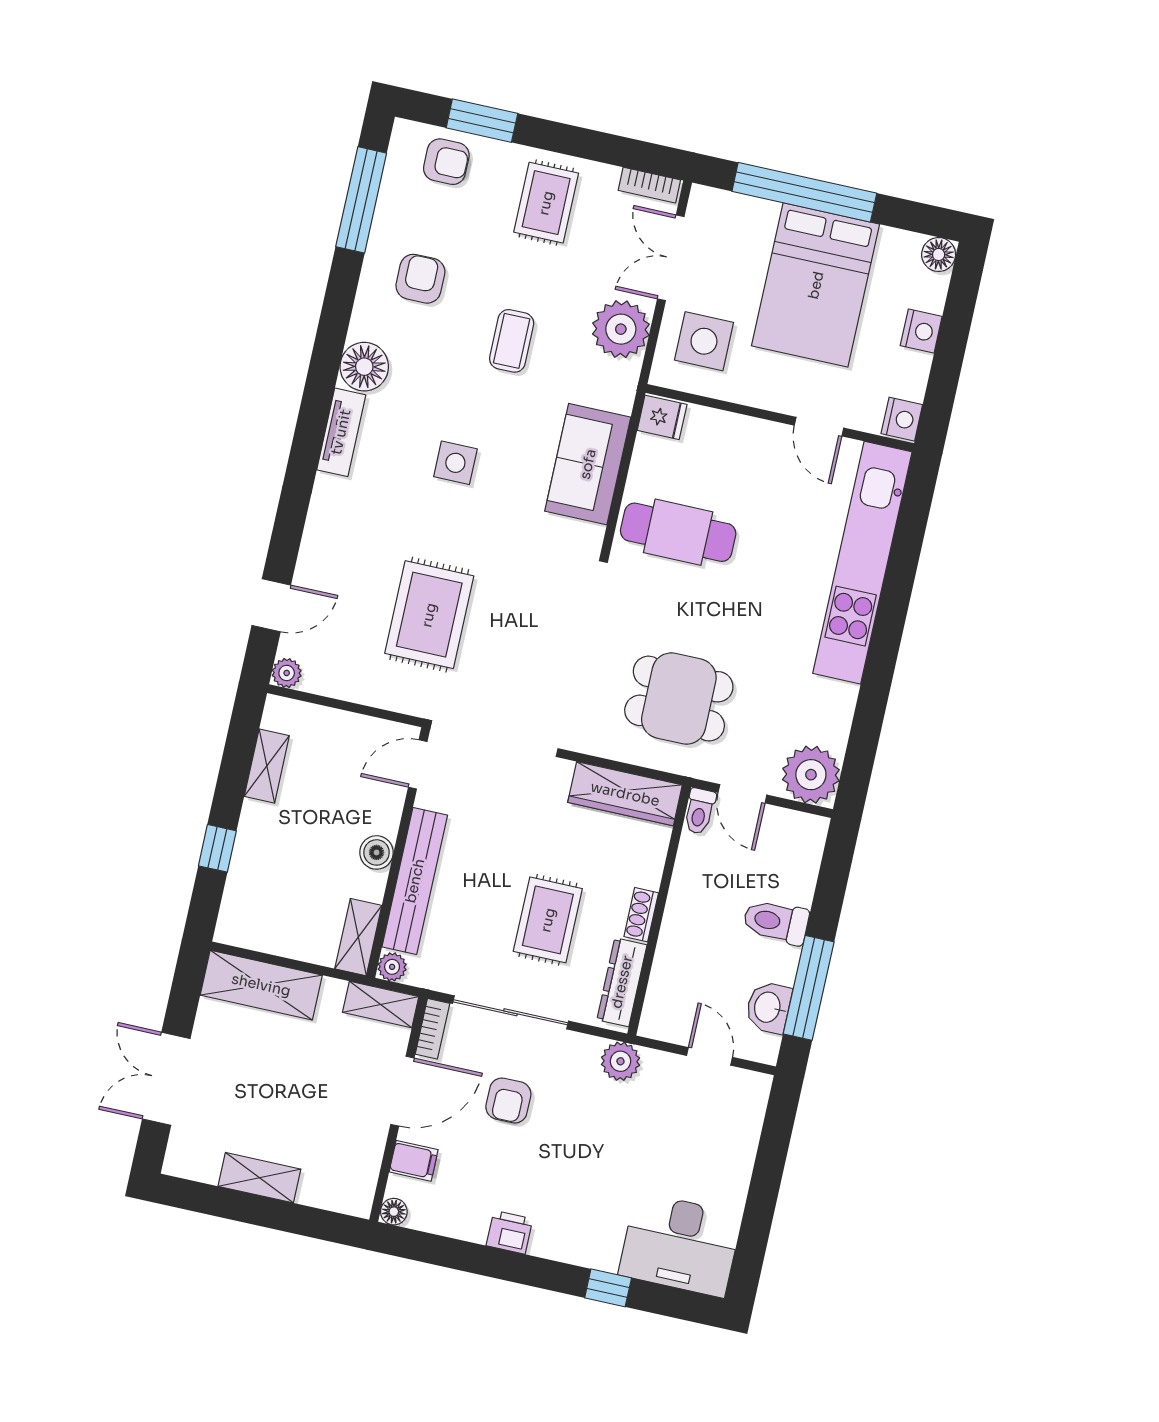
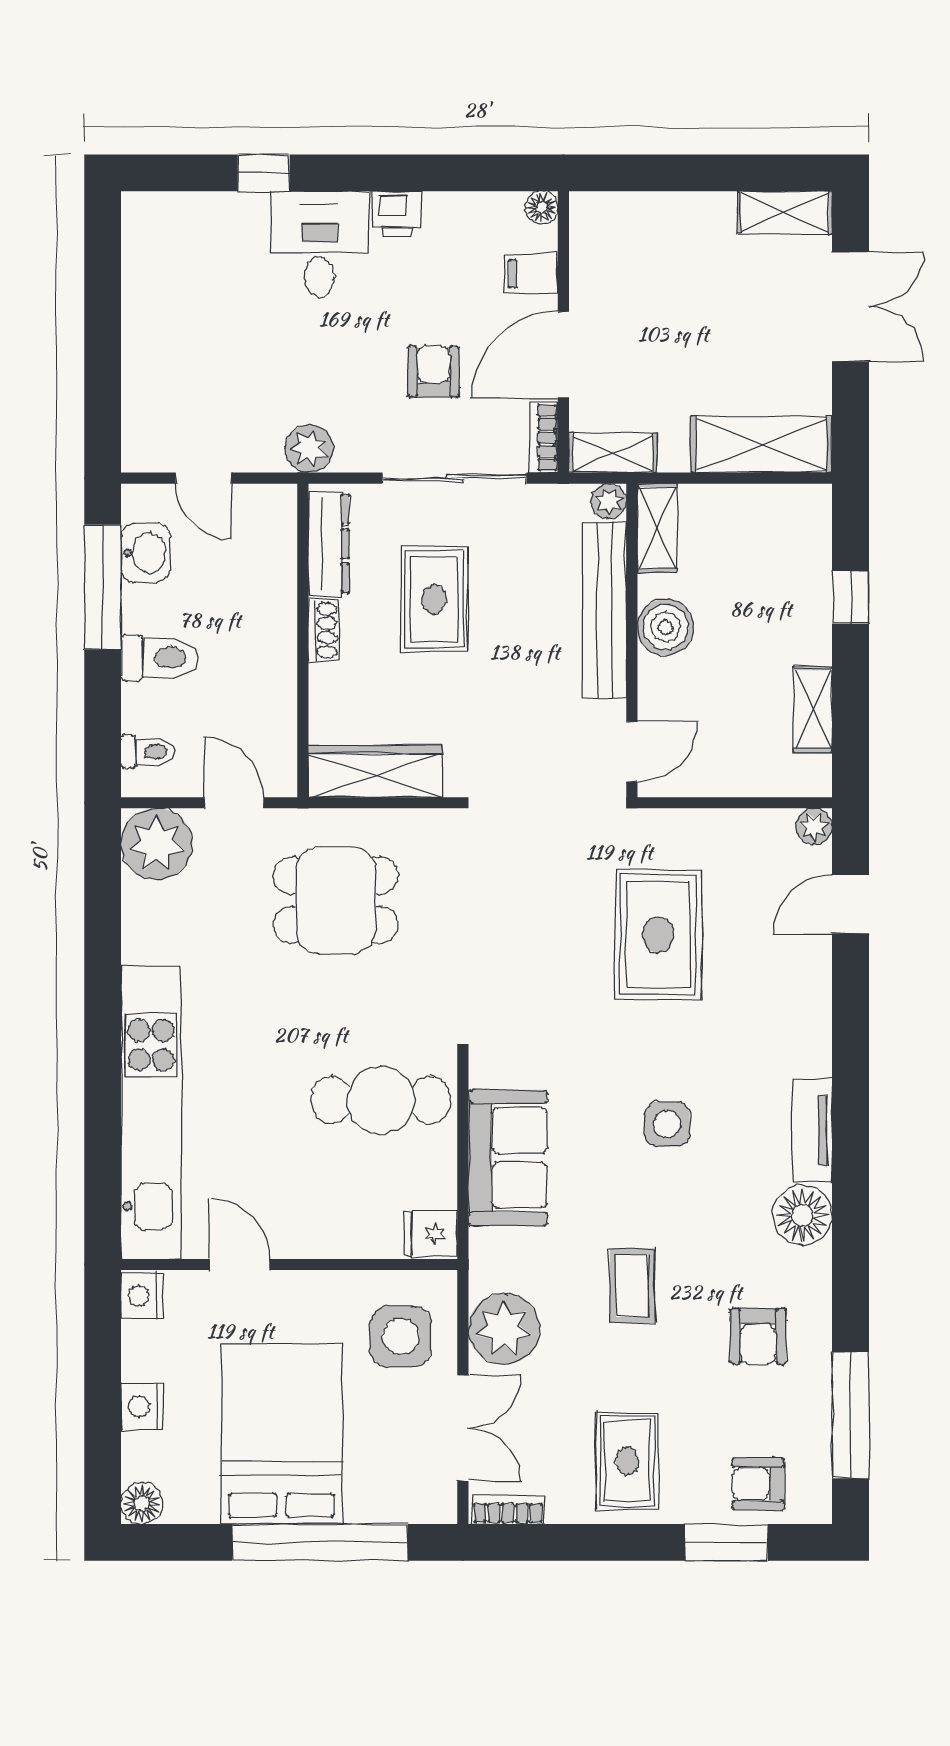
toilet: (700, 811) -> (148, 752), moved, turned 90
boiler: (377, 852) -> (666, 627), width x1.36, depth x1.36
shelving: (259, 1178) -> (785, 212), moved
desk: (680, 1245) -> (320, 244), moved, width x0.73

